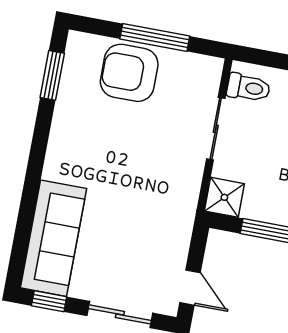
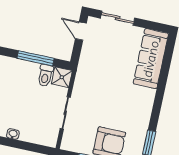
toilet: (248, 88) -> (45, 76), moved, turned -90
window: (49, 301) -> (154, 26), removed

